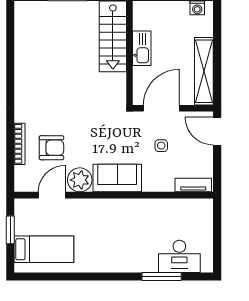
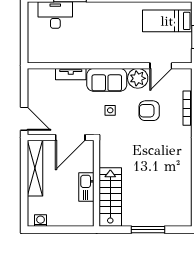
side table: (161, 146) -> (110, 110), moved
armchair: (51, 148) -> (149, 111), moved
tv unit: (193, 185) -> (71, 74), moved

